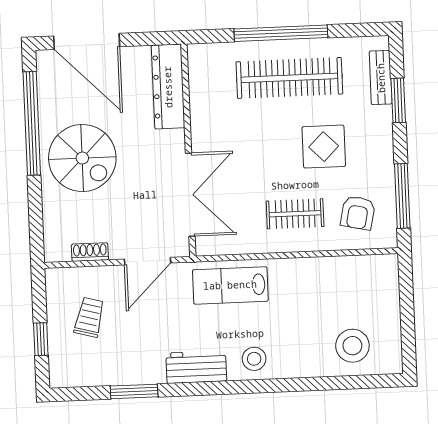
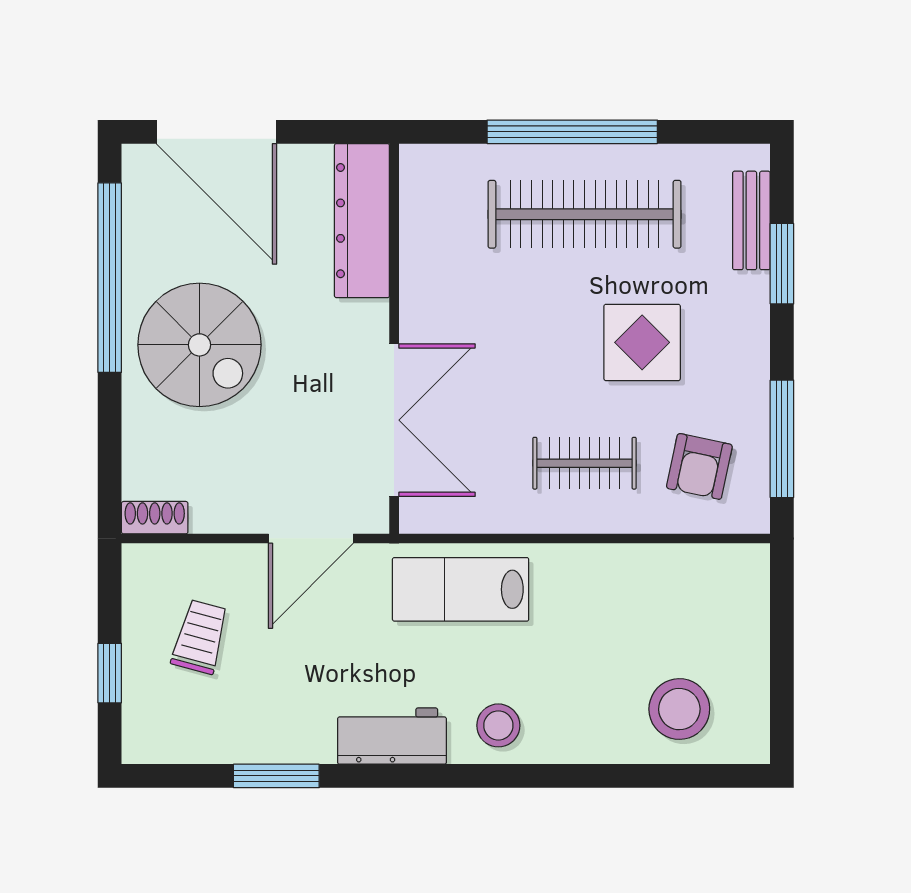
shoe rack: (90, 252) -> (155, 518), moved

